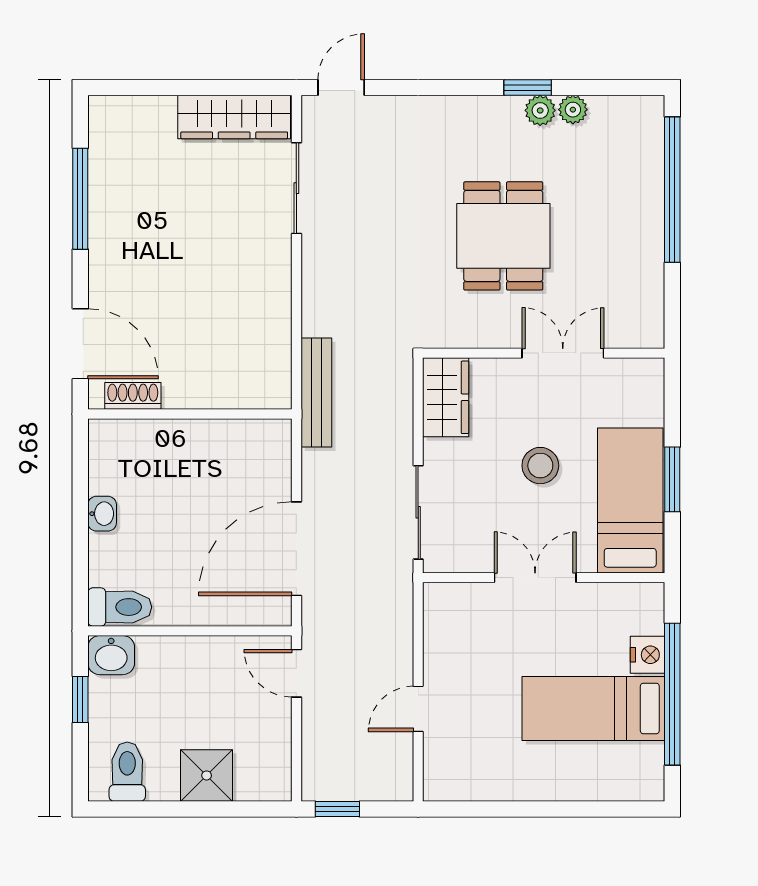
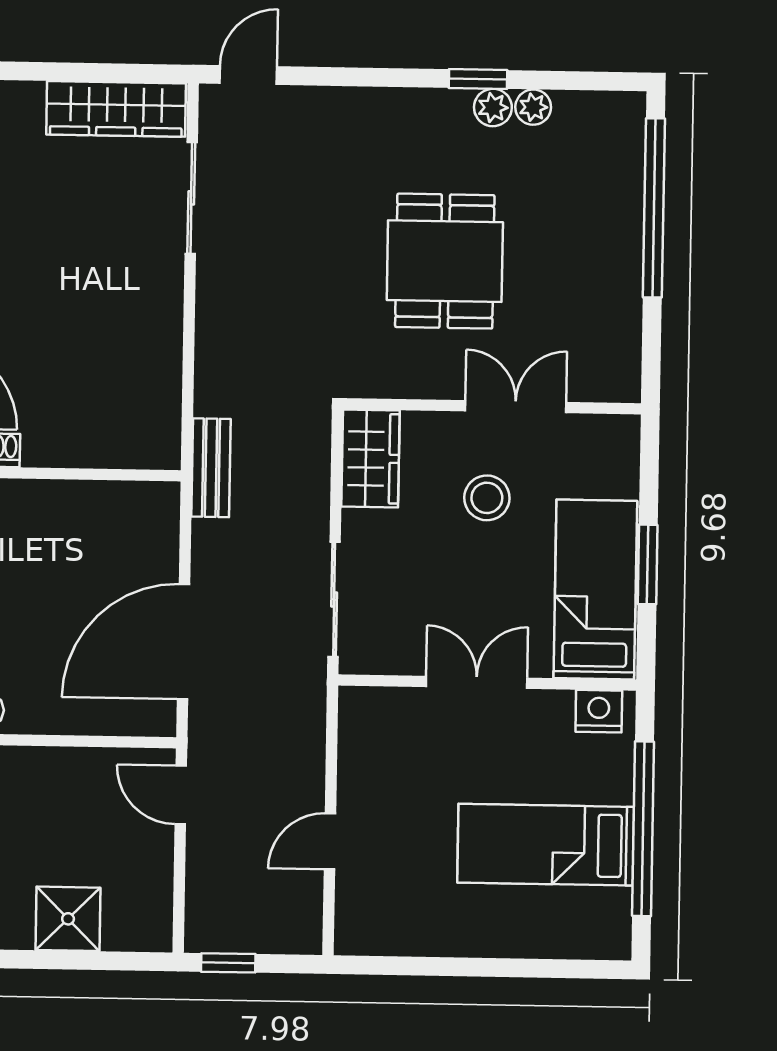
bench: (316, 393) -> (211, 468), width x0.73
stool: (540, 466) -> (487, 498), moved
nightstand: (648, 655) -> (599, 711), moved, turned -90

